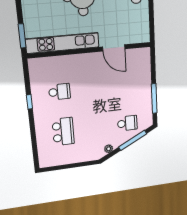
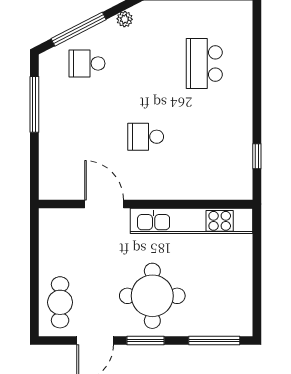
window: (22, 36) -> (257, 239), removed
school desk: (59, 92) -> (146, 137), moved
window: (29, 102) -> (257, 156), moved

